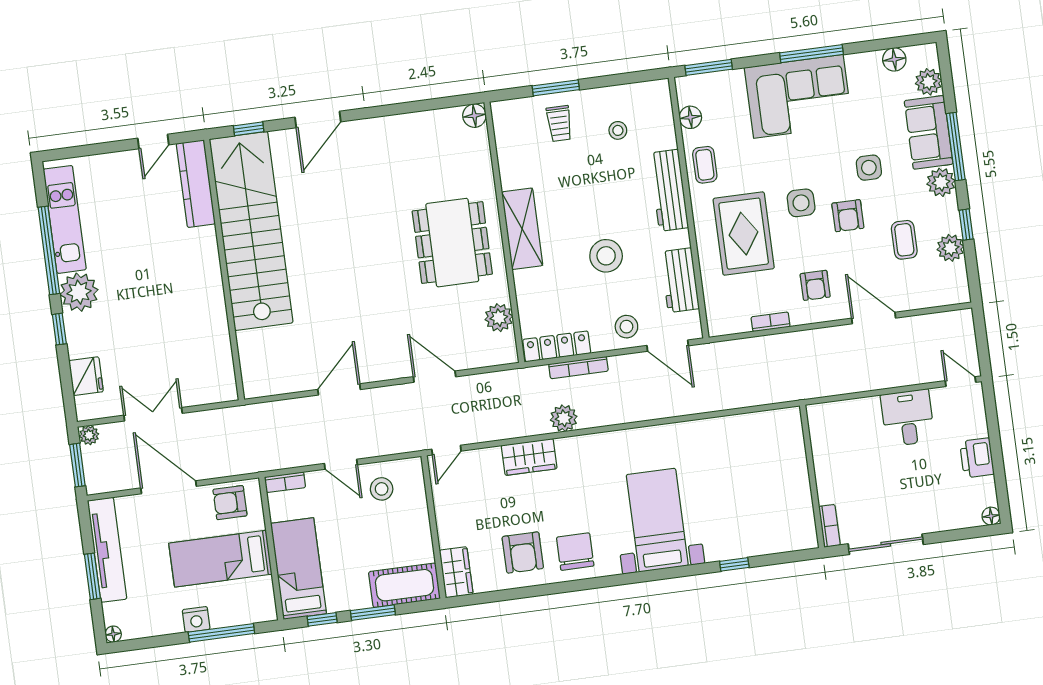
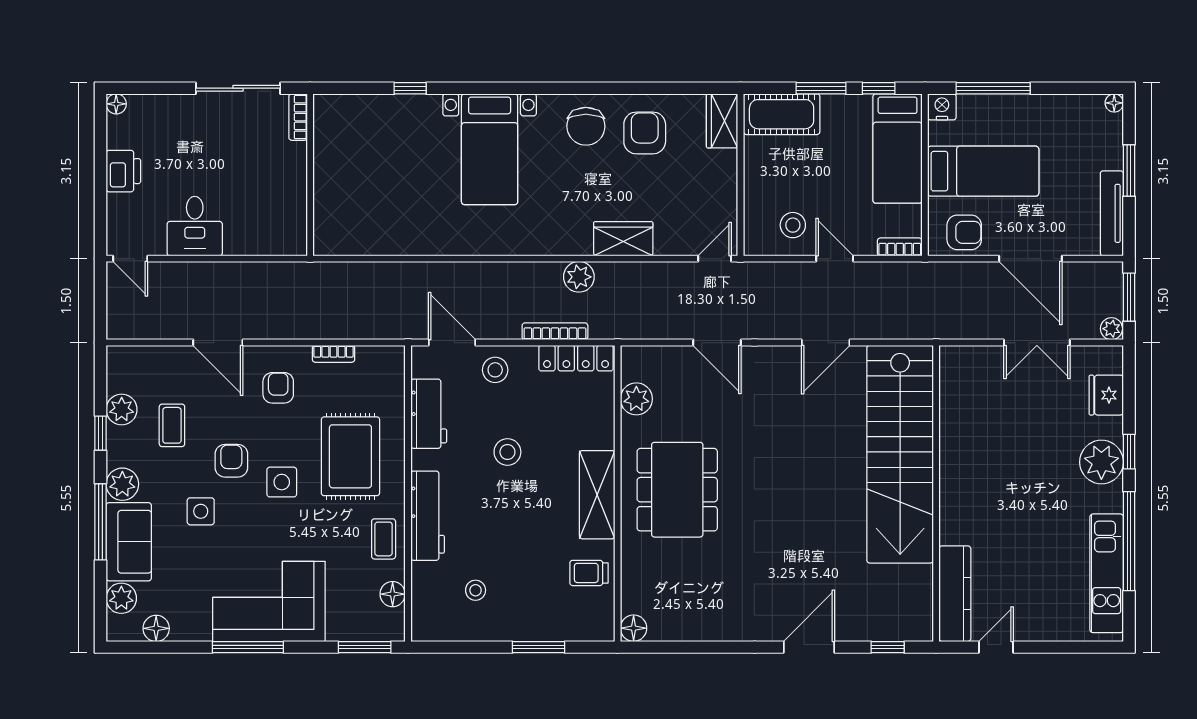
trolley: (559, 124) -> (589, 573), moved, turned -90
stairs: (251, 231) -> (900, 454), moved
stool: (606, 256) -> (507, 452), width x0.73, depth x0.73
plant: (79, 292) -> (1101, 462), moved
tv unit: (107, 550) -> (1112, 213), width x0.73, depth x0.78
nightstand: (196, 619) -> (942, 107), moved

